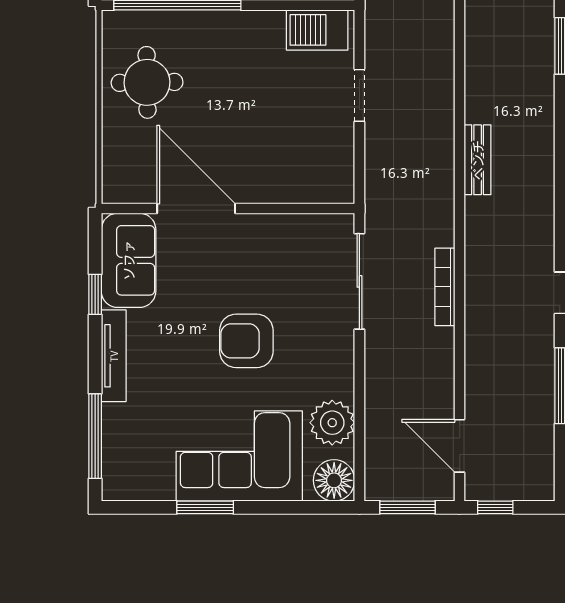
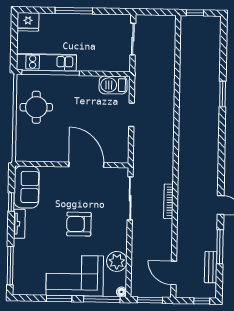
bench: (478, 160) -> (211, 267), moved
door: (196, 209) -> (86, 165), moved
tv unit: (114, 356) -> (19, 224), width x0.71
floor lamp: (334, 480) -> (121, 292), width x0.53, depth x0.53
window: (300, 507) -> (102, 299), added
window: (495, 507) -> (202, 301), moved

